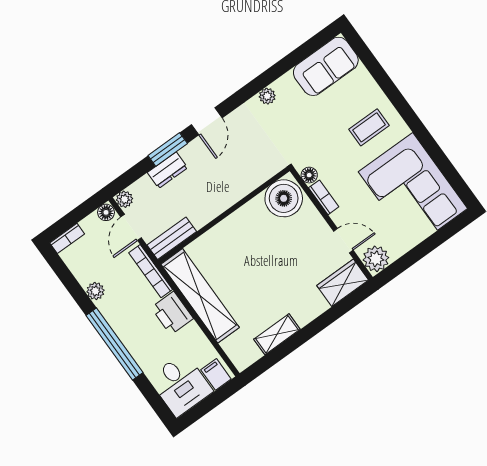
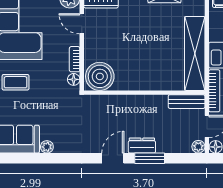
plant: (267, 96) -> (47, 147), moved
dresser: (167, 170) -> (142, 146), moved

